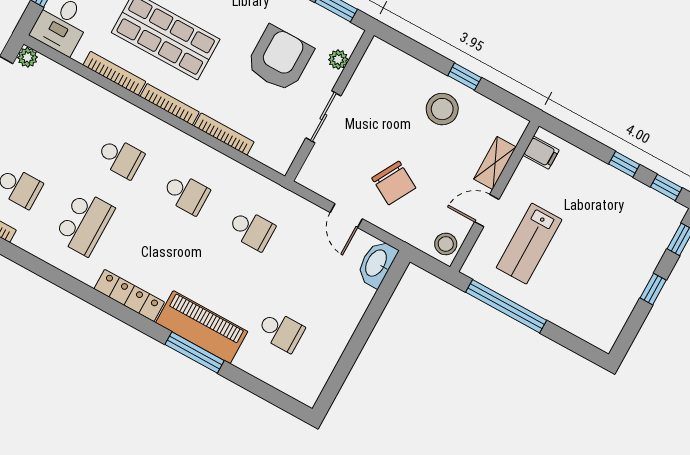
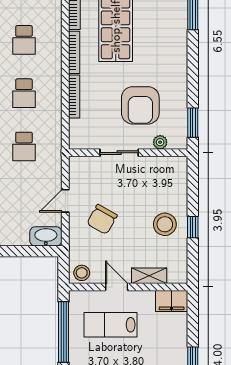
armchair: (280, 59) -> (140, 105), turned 90
filing cabinet: (541, 153) -> (172, 301), width x2.00

